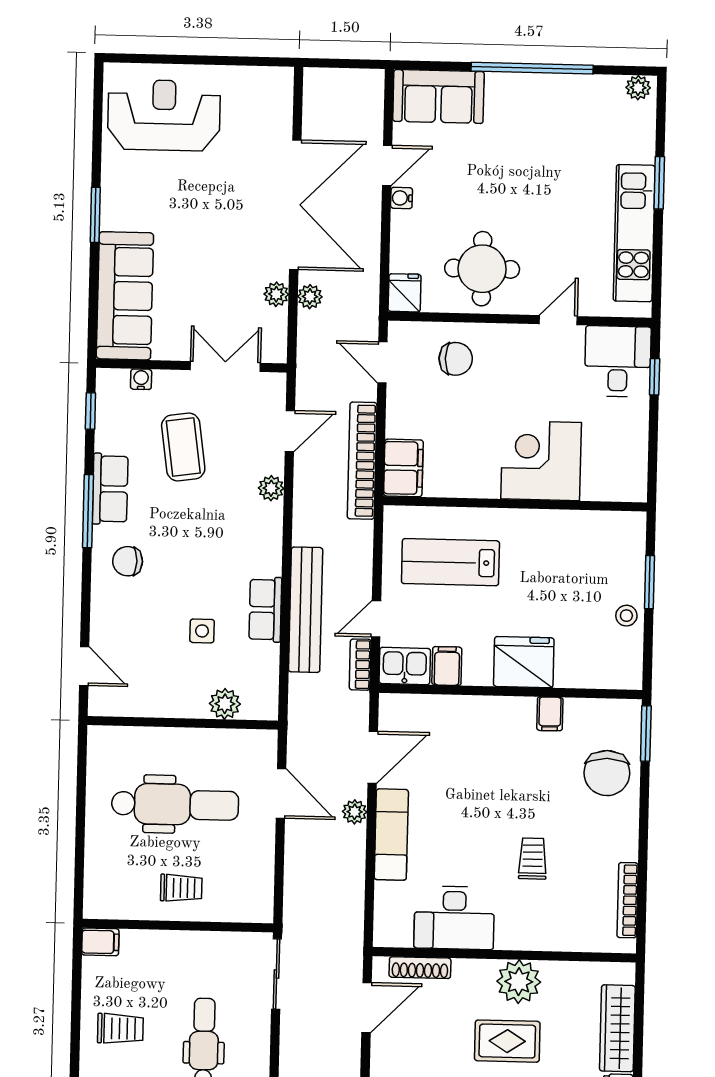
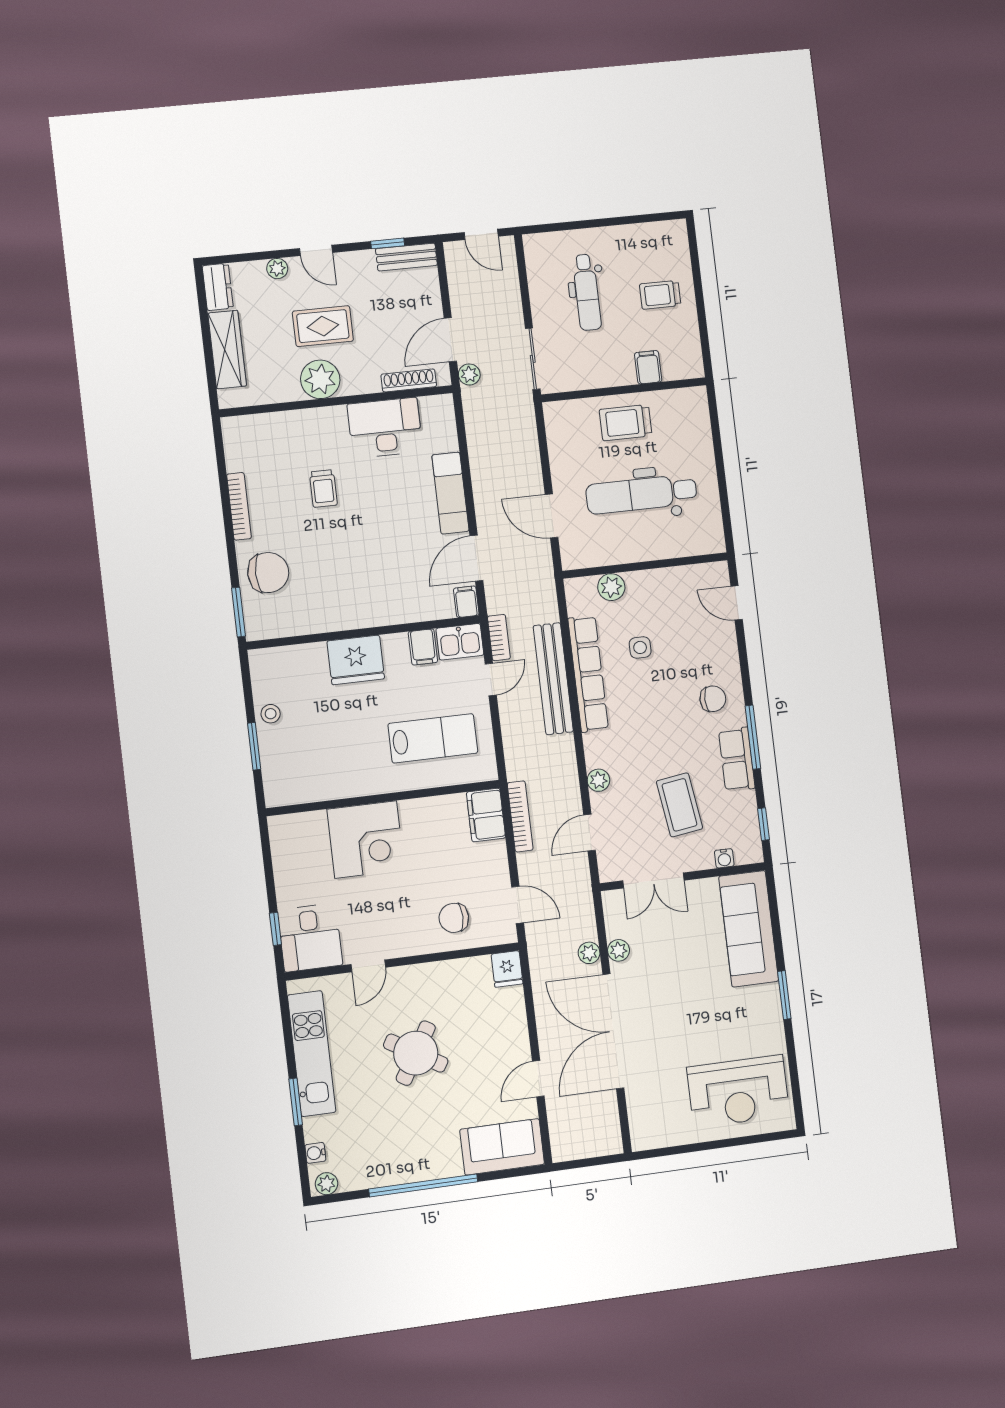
water cooler: (402, 198) -> (315, 1153), moved, turned 180
round table: (482, 269) -> (416, 1053), moved, turned 31
bookcase: (362, 461) -> (520, 816), width x0.68, depth x0.76
row of seats: (265, 610) -> (588, 674), width x2.02
filing cabinet: (550, 714) -> (466, 602), moved
chair: (607, 773) -> (268, 573), turned 90
plant: (355, 812) -> (469, 374), moved
trolley: (181, 888) -> (626, 423), width x1.36, depth x1.39
bookcase: (628, 900) -> (239, 506), moved
filing cabinet: (100, 942) -> (648, 367), moved, turned 90

